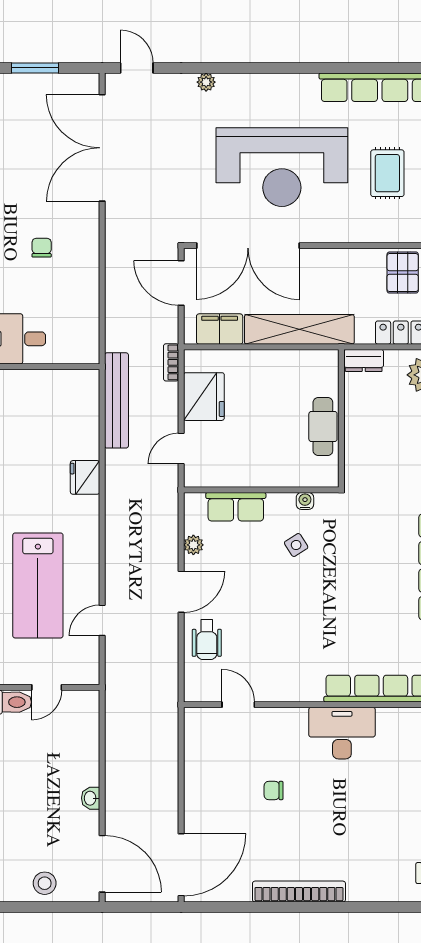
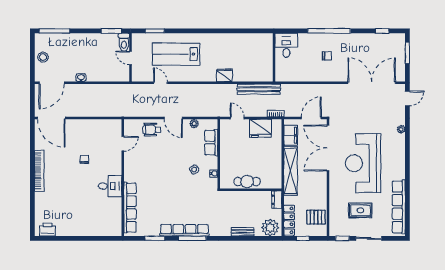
desk: (342, 733) -> (110, 186), width x0.73

